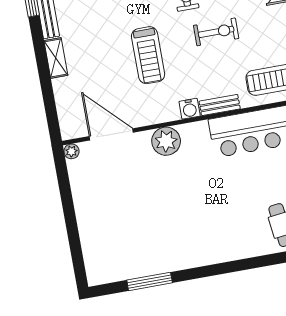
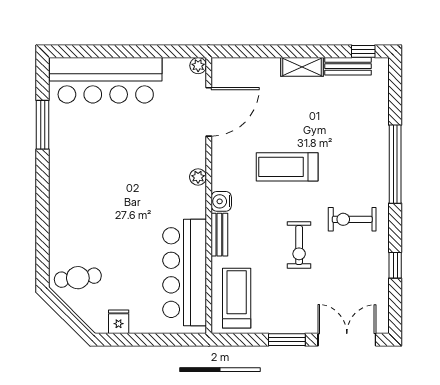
plant: (166, 141) -> (198, 177), width x0.53, depth x0.53
bar counter: (100, 232) -> (106, 80), added

